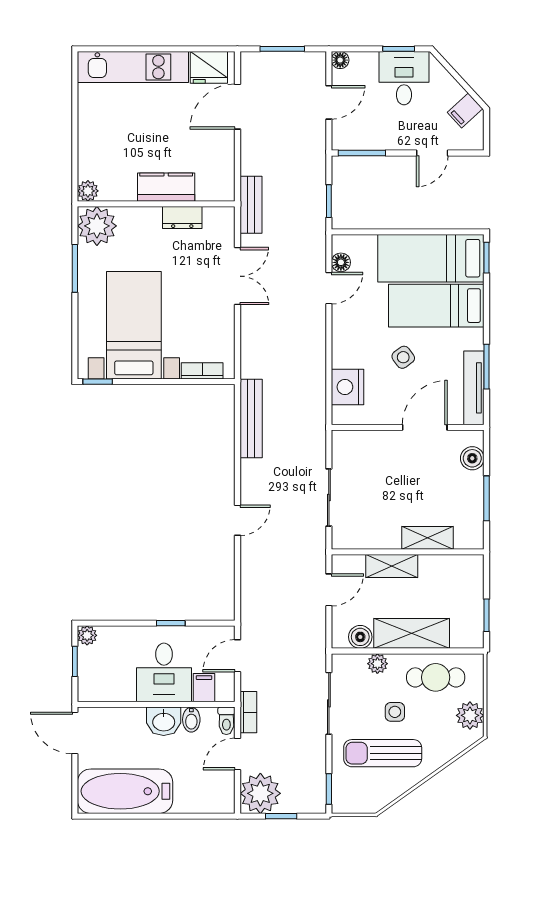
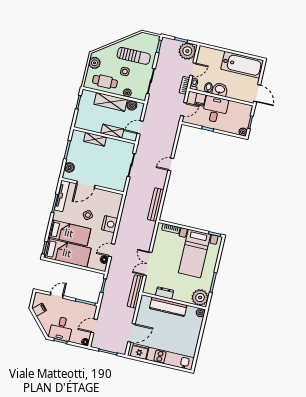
kitchen counter: (166, 187) -> (168, 307), width x1.50
bench: (251, 205) -> (135, 292), width x1.36
nightstand: (347, 387) -> (110, 224), moved

